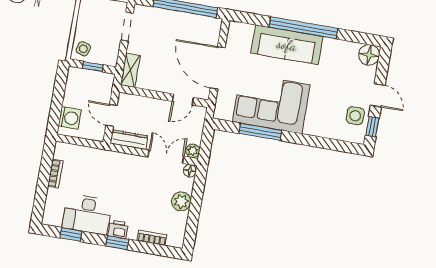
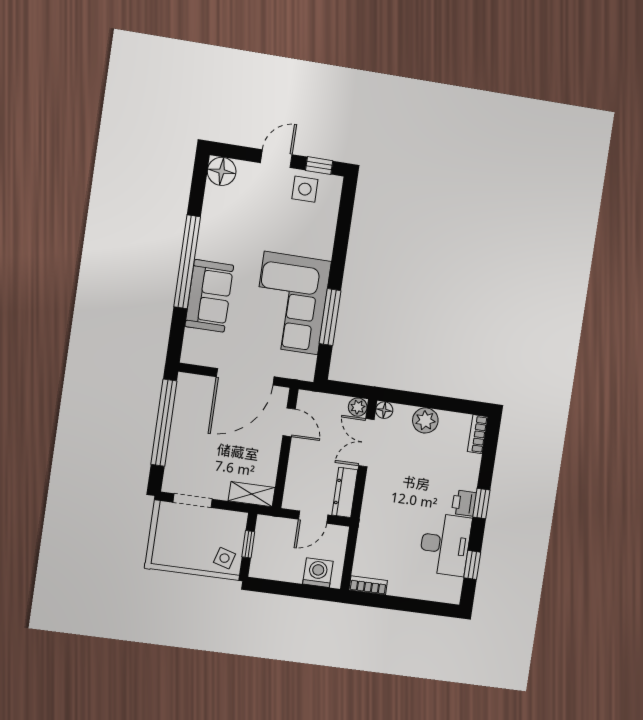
sofa: (287, 45) -> (209, 296), width x0.73
bookcase: (55, 173) -> (368, 585), moved
bookcase: (152, 238) -> (478, 434), moved

